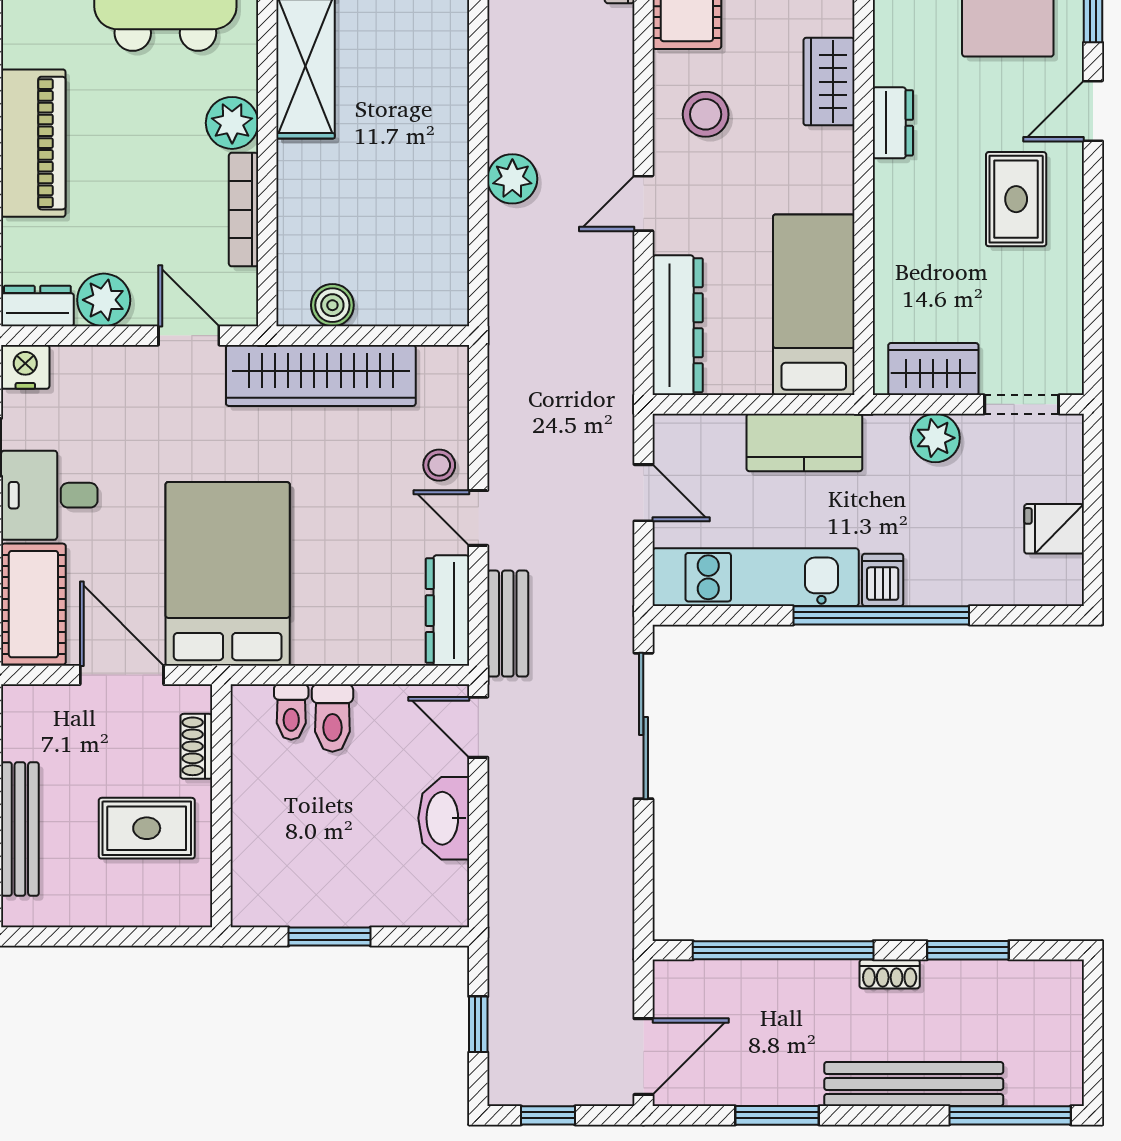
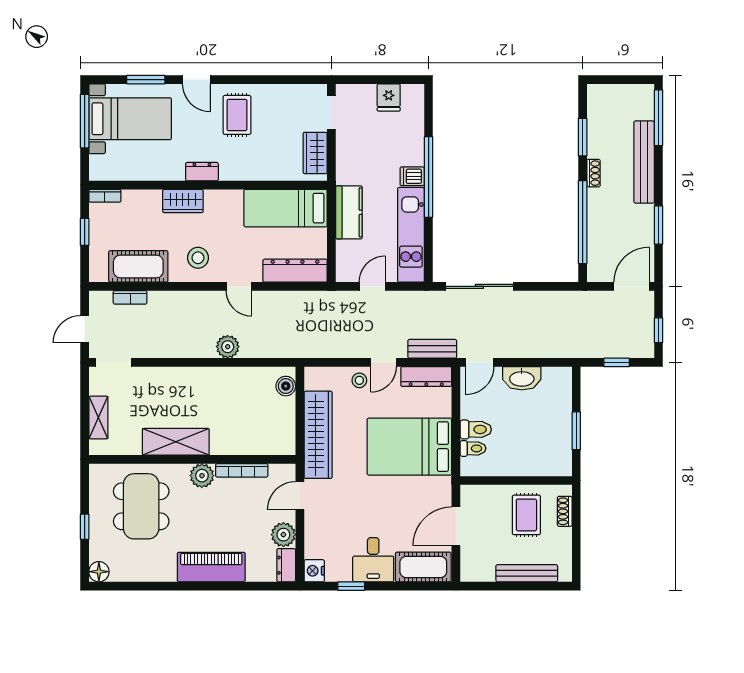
rug: (1016, 199) -> (237, 115), turned 90
boiler: (332, 305) -> (286, 386), moved
plant: (935, 438) -> (347, 152), removed
bed: (228, 574) -> (409, 447), moved
shoe rack: (196, 746) -> (565, 511), moved, turned 90
door: (643, 1057) -> (631, 286), hinge flipped

